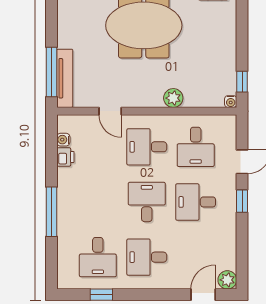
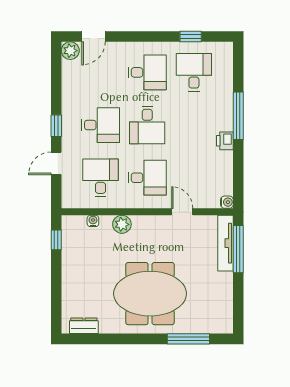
water cooler: (231, 102) -> (93, 221), moved
water cooler: (63, 140) -> (227, 202), moved
printer: (65, 157) -> (225, 141), moved

